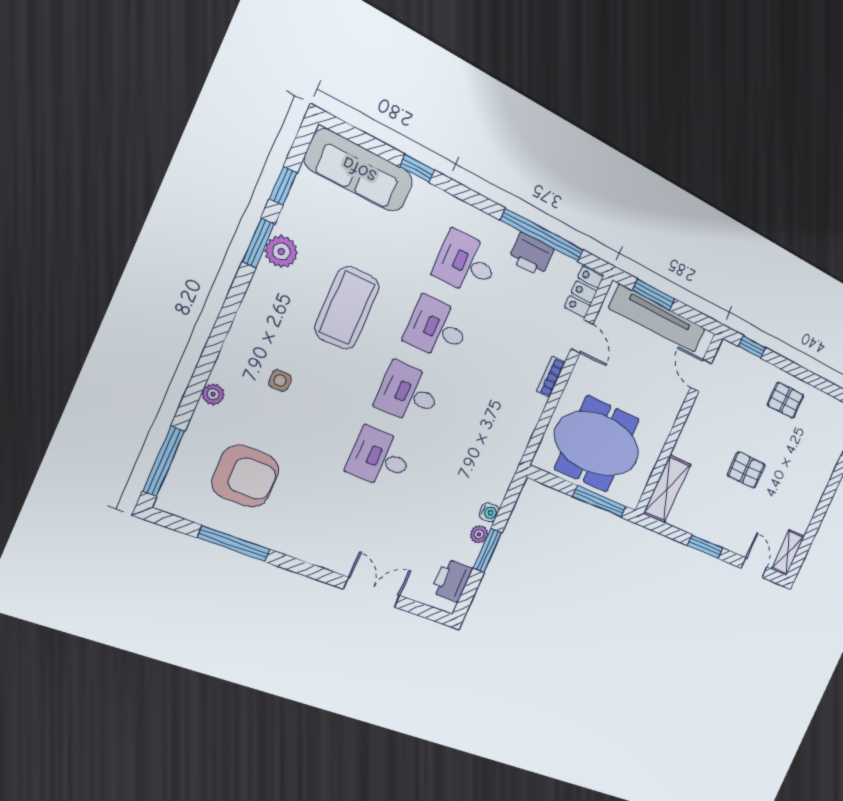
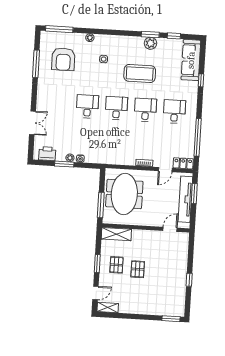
printer: (531, 255) -> (188, 136), removed
window: (752, 347) -> (189, 280), moved
pallet: (786, 400) -> (116, 265), moved

